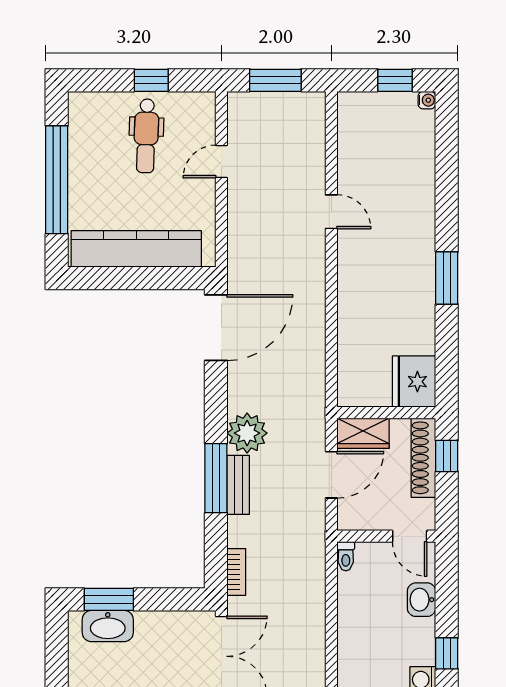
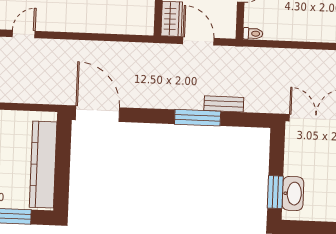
plant: (247, 433) -> (168, 96), removed
bench: (238, 485) -> (224, 104), moved
bookcase: (236, 572) -> (260, 107), removed

